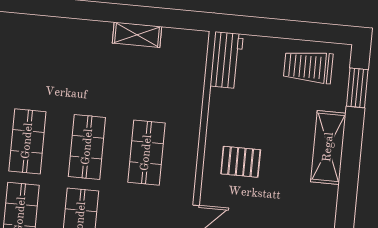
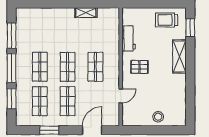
workbench: (227, 60) -> (129, 38), moved

